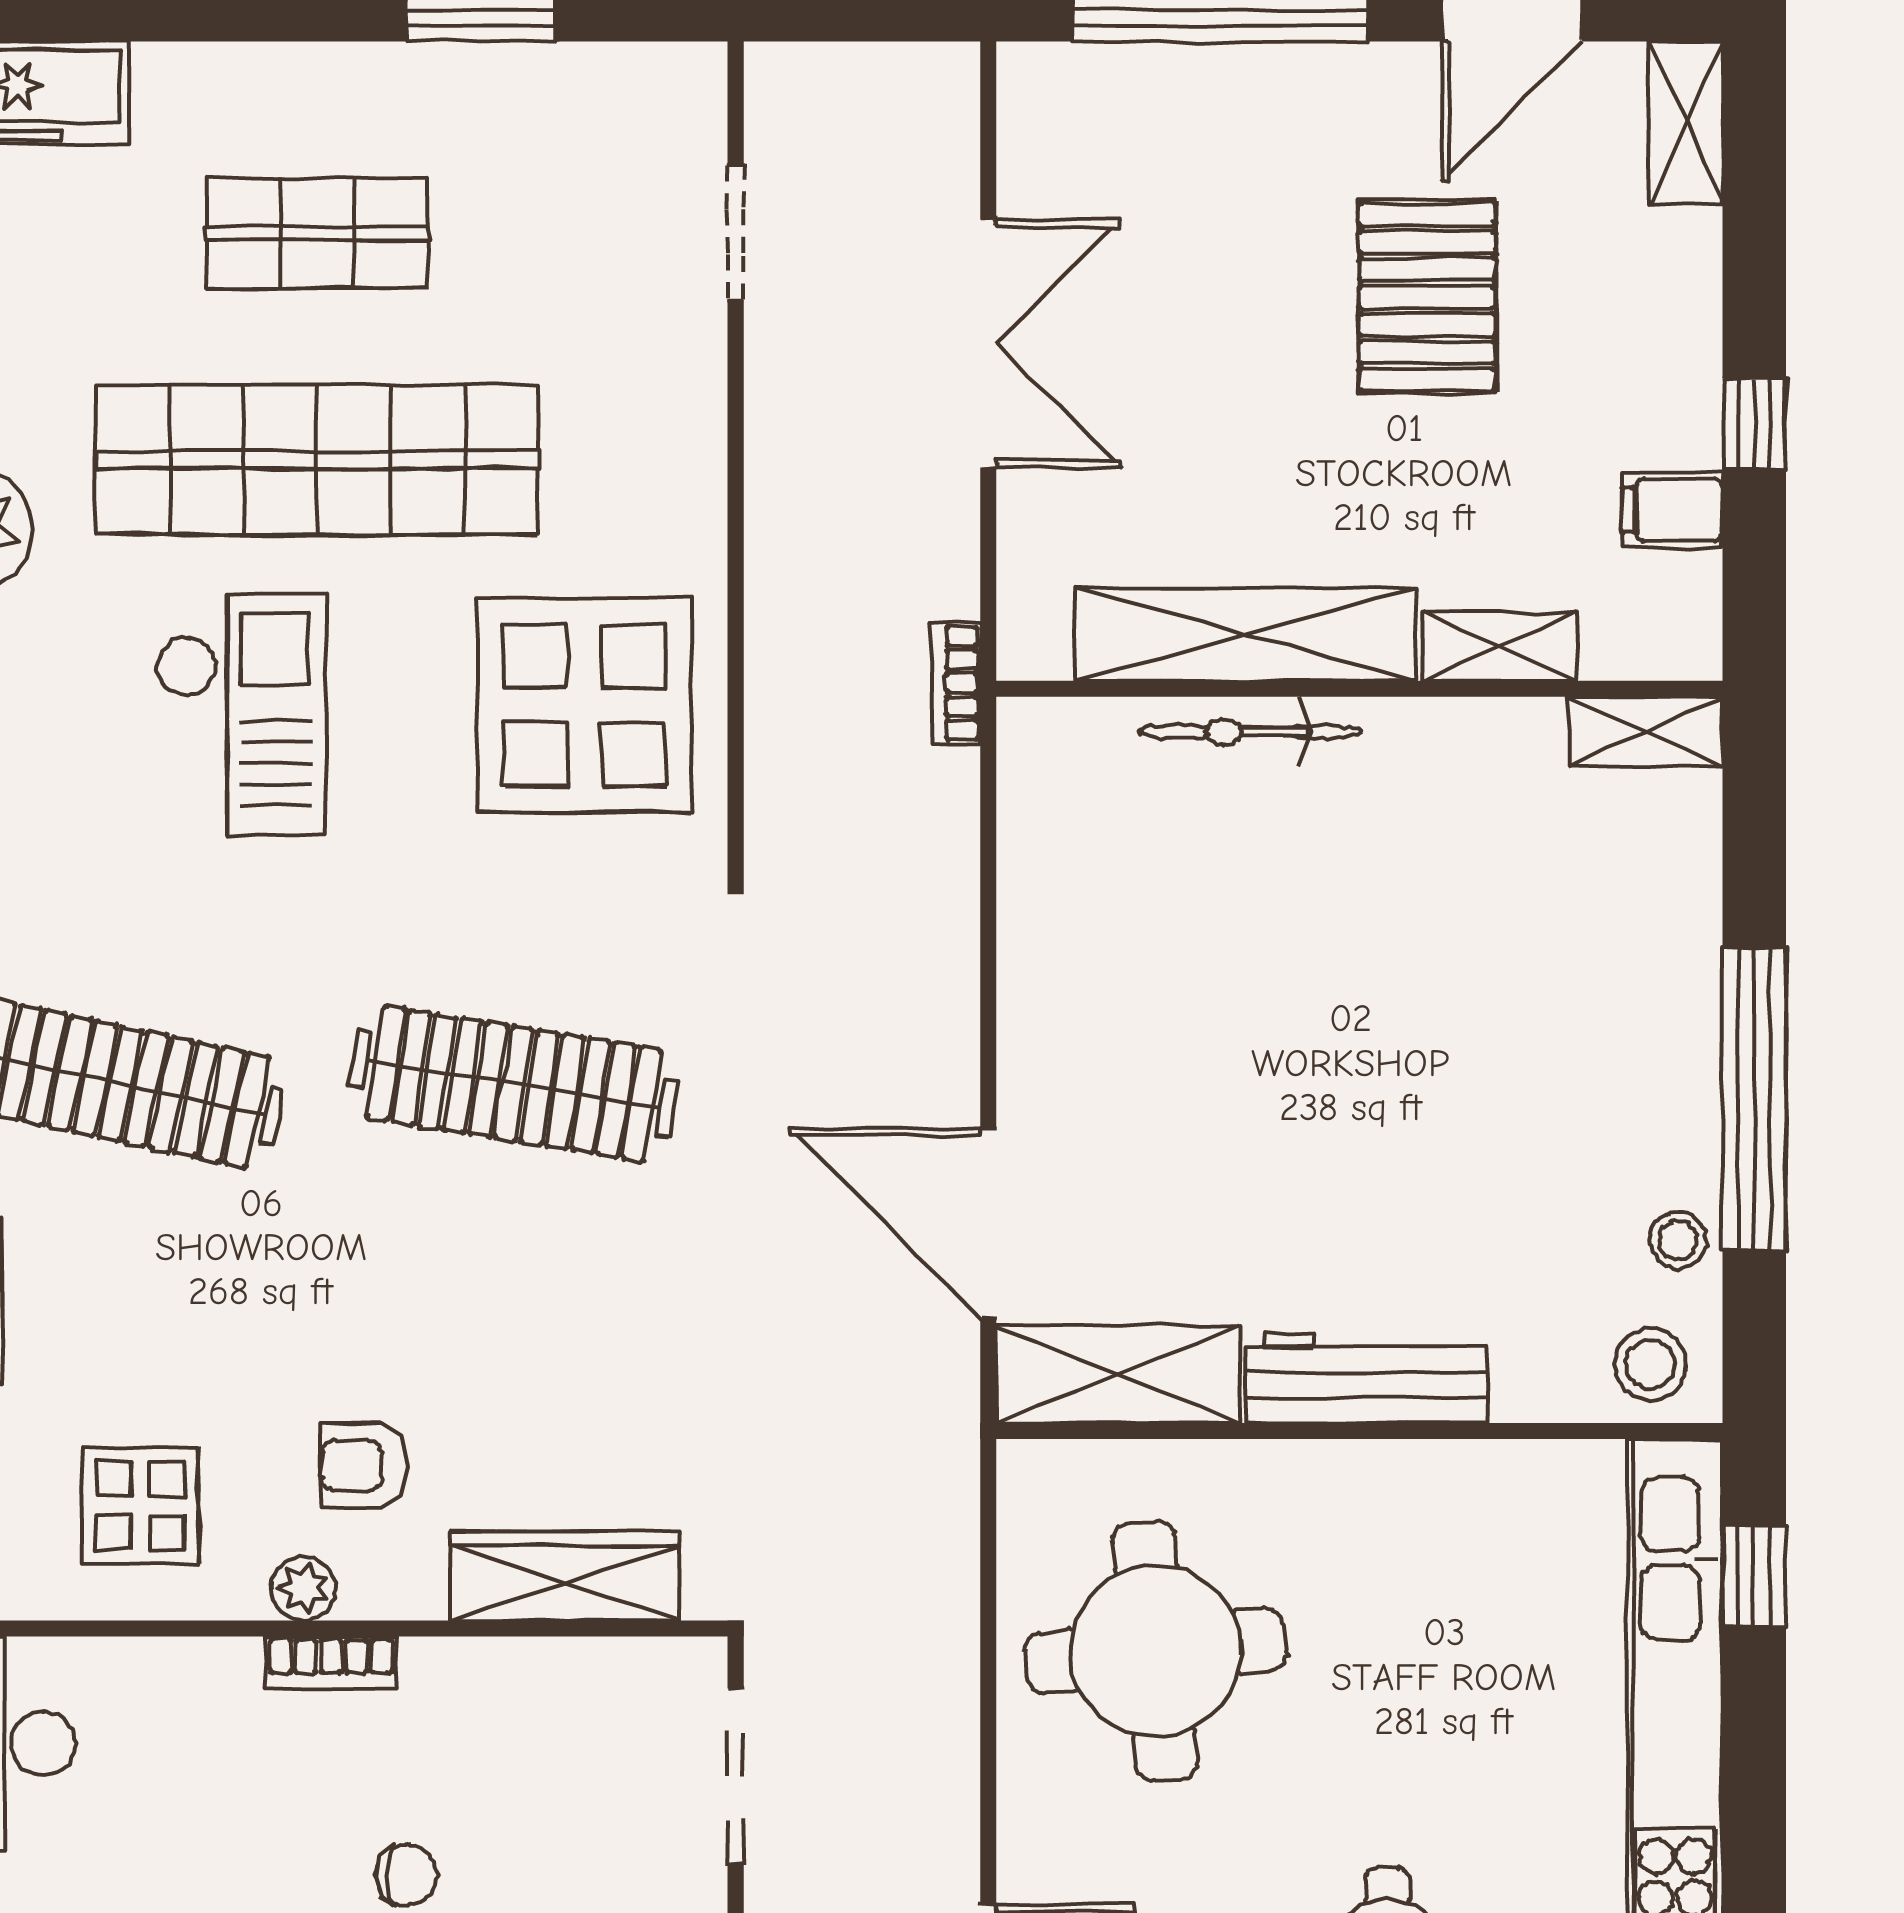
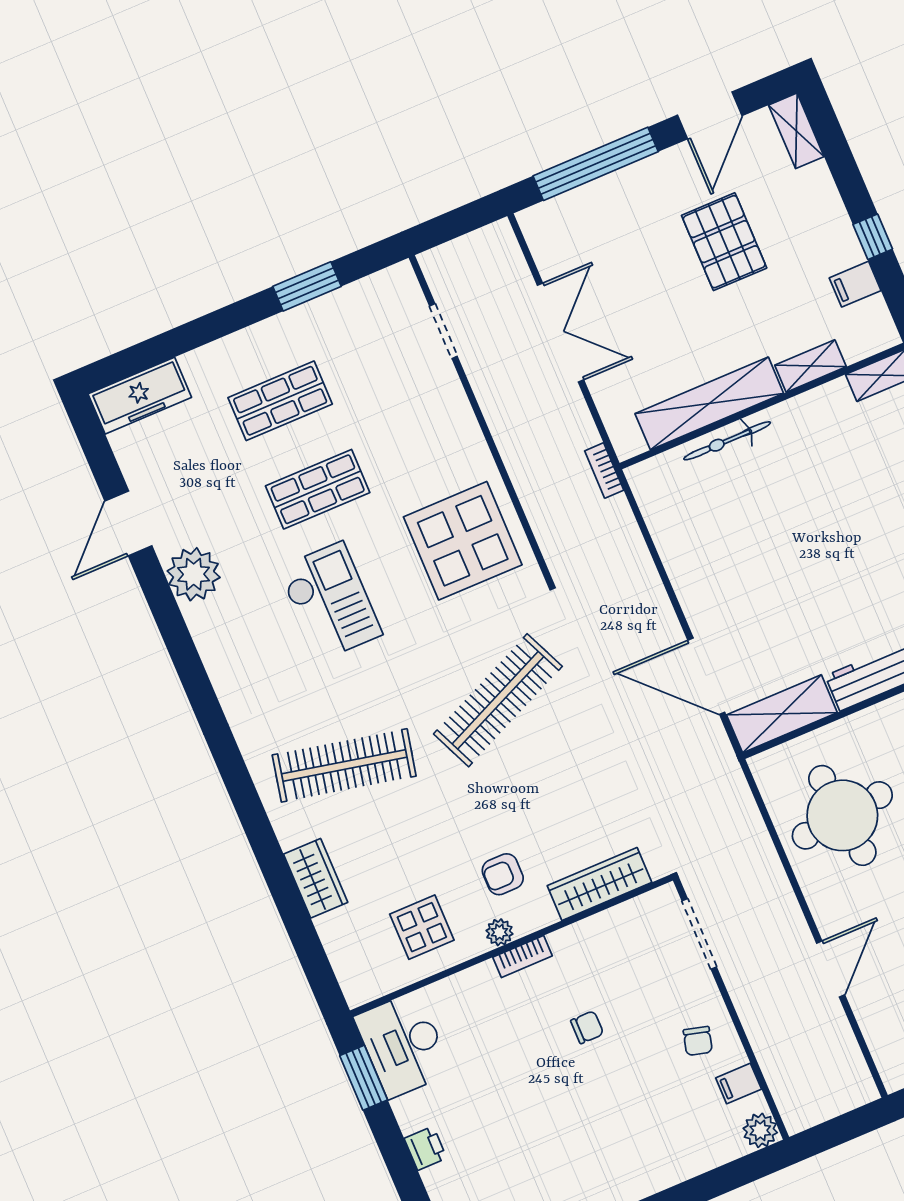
shop shelf: (317, 460) -> (318, 489), width x0.50, depth x0.74
clothes rail: (514, 1084) -> (498, 700), turned -33

